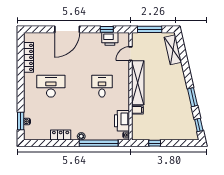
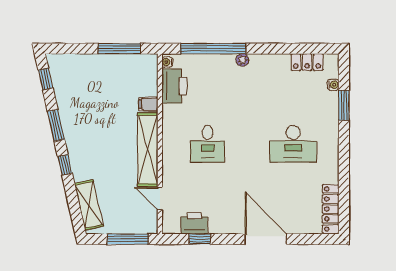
door: (67, 29) -> (266, 239), hinge flipped
door: (131, 54) -> (160, 199), swing flipped
locker: (29, 57) -> (331, 209), moved
window: (187, 74) -> (65, 165), added
window: (21, 121) -> (344, 105), moved
locker: (61, 135) -> (307, 62), moved
window: (155, 143) -> (119, 49), width x2.17

